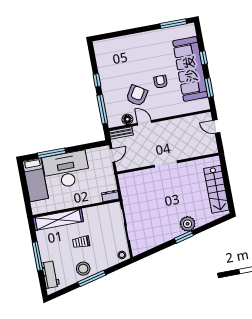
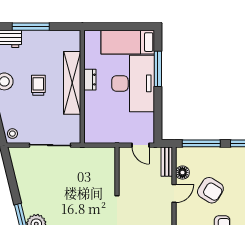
dresser: (110, 196) -> (90, 80), moved
shelving: (58, 220) -> (72, 83), moved

